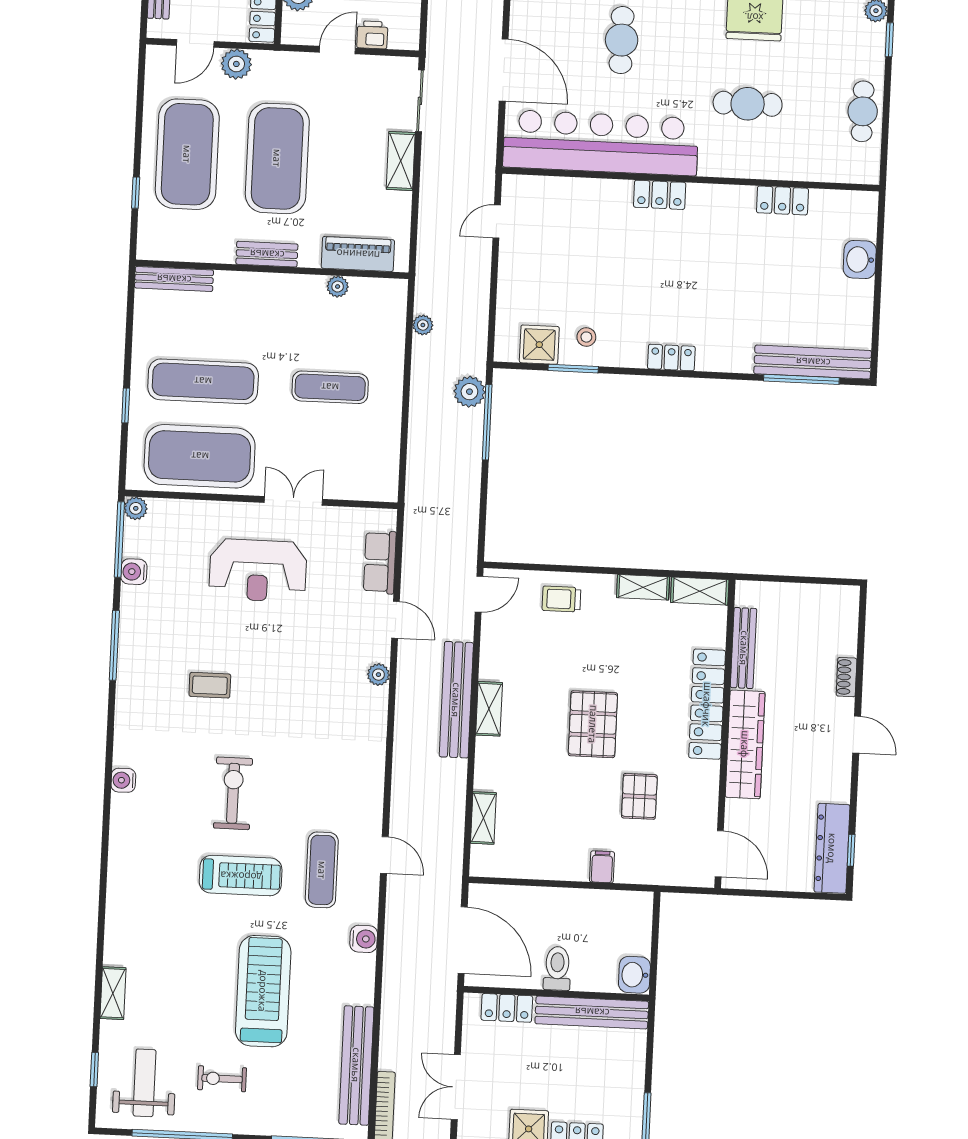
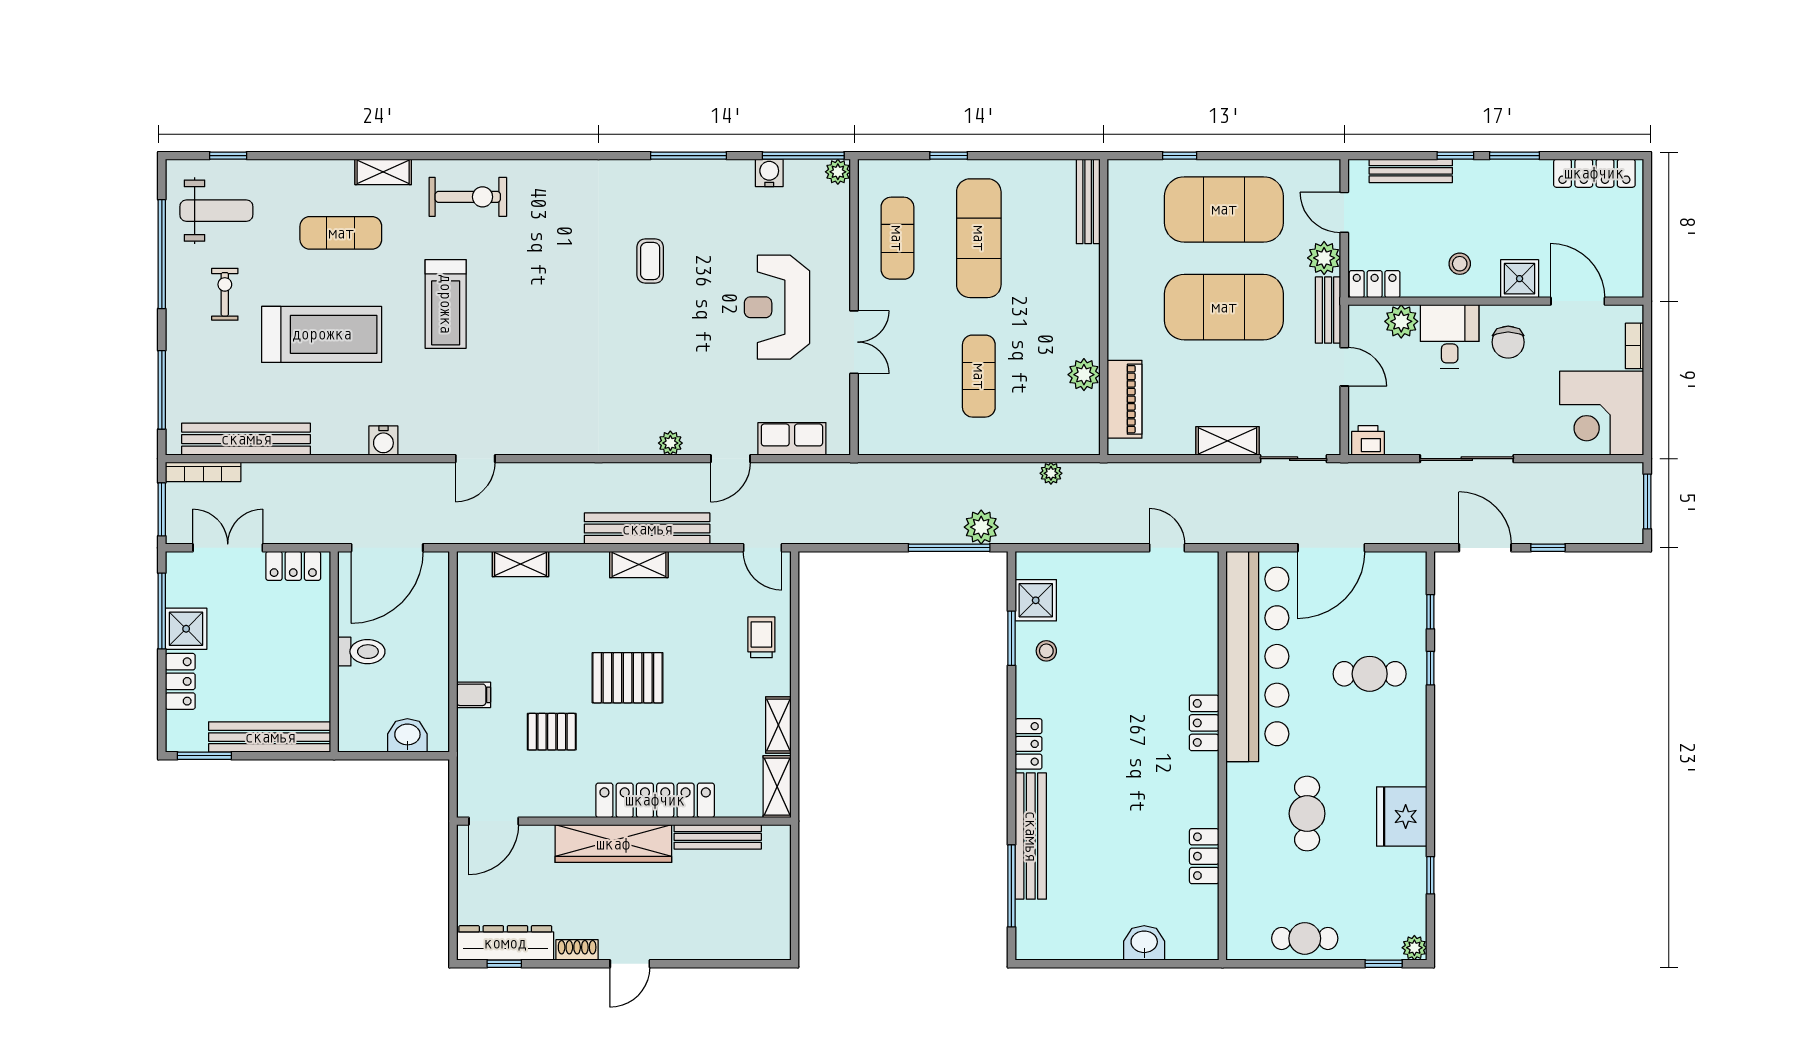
printer: (372, 35) -> (1368, 440), moved, turned -90
bench: (267, 254) -> (1328, 310), moved
plant: (338, 287) -> (1084, 375), width x1.38, depth x1.38
bench: (813, 362) -> (1031, 836), moved
exercise mat: (200, 456) -> (897, 238), width x0.50, depth x0.69
shoe rack: (847, 677) -> (577, 950), moved
water cooler: (123, 780) -> (543, 172), removed
exercise bike: (233, 793) -> (468, 197), moved
exercise mat: (322, 870) -> (341, 233), moved
washbasin: (634, 975) -> (407, 735), moved
shelving: (113, 993) -> (383, 172), moved
locker: (507, 1008) -> (293, 566), moved, turned -90
bench: (592, 1012) -> (270, 737), moved, turned 90

